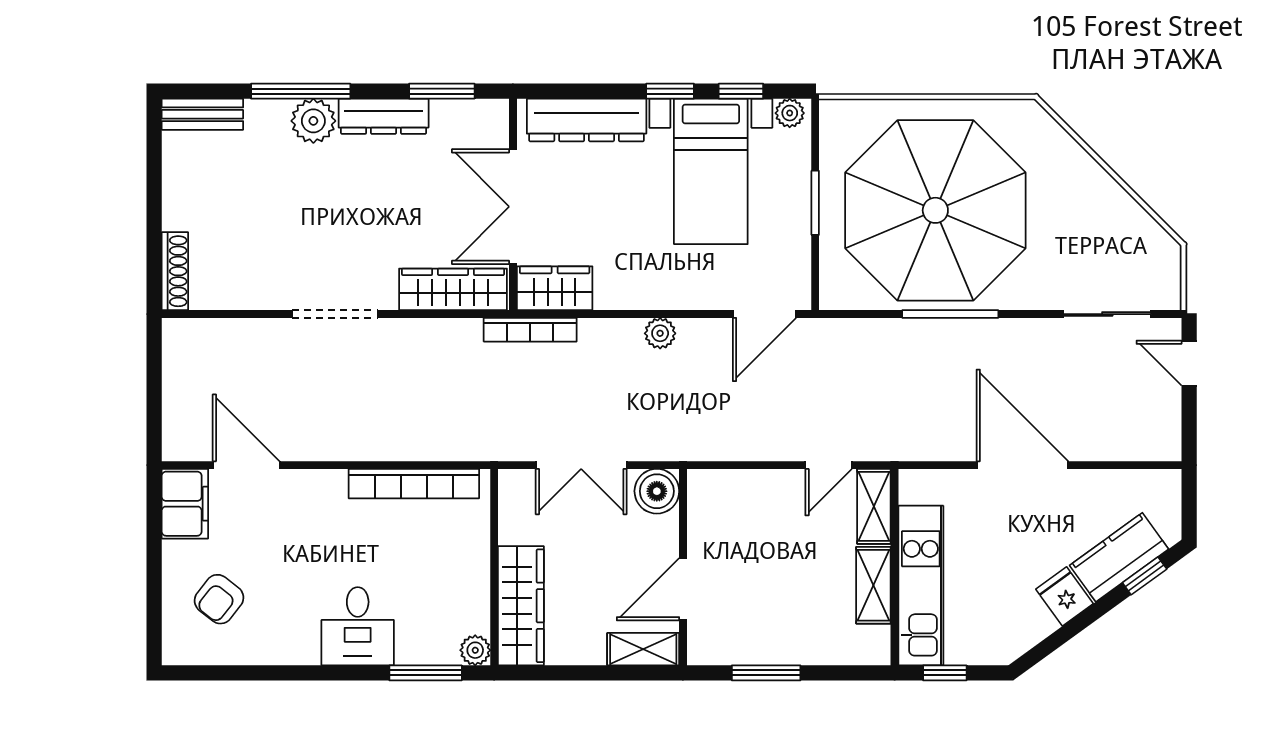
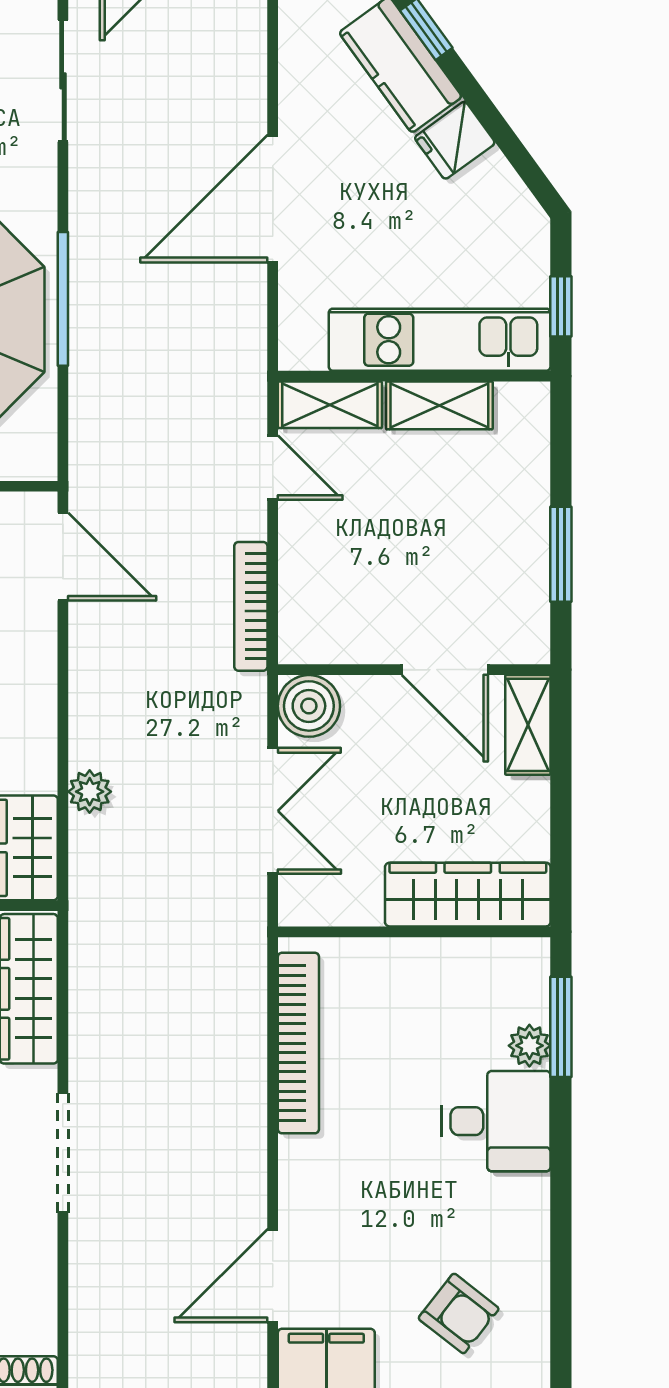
bookcase: (530, 330) -> (251, 606), moved, turned 180
plant: (660, 333) -> (90, 792), moved
plant: (475, 650) -> (529, 1046), moved

